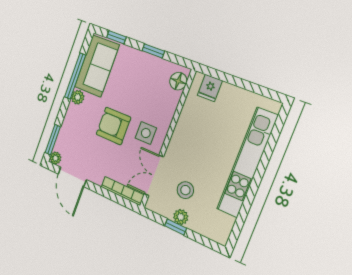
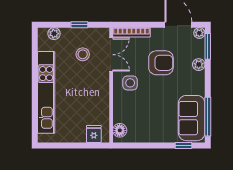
window: (153, 51) -> (148, 146), removed
window: (75, 76) -> (208, 117), moved
plant: (78, 97) -> (199, 65), moved
armchair: (113, 126) -> (161, 63), moved
plant: (181, 217) -> (54, 34), moved

